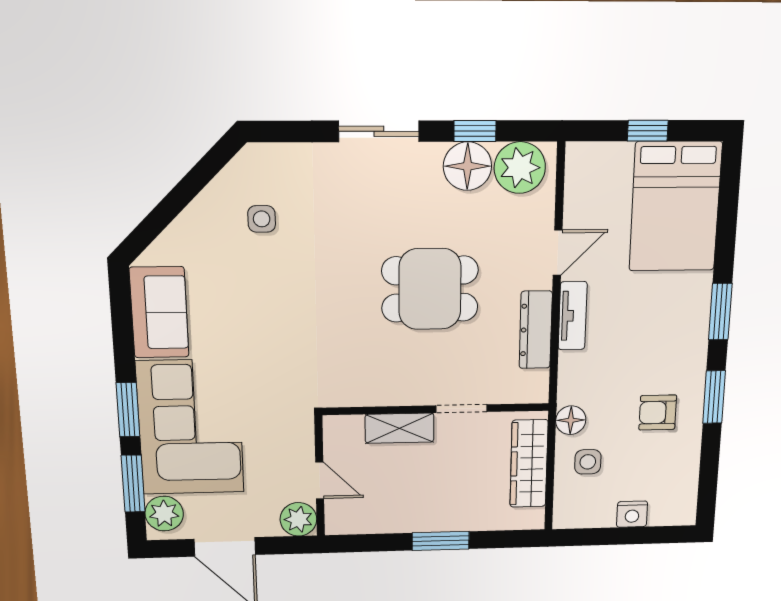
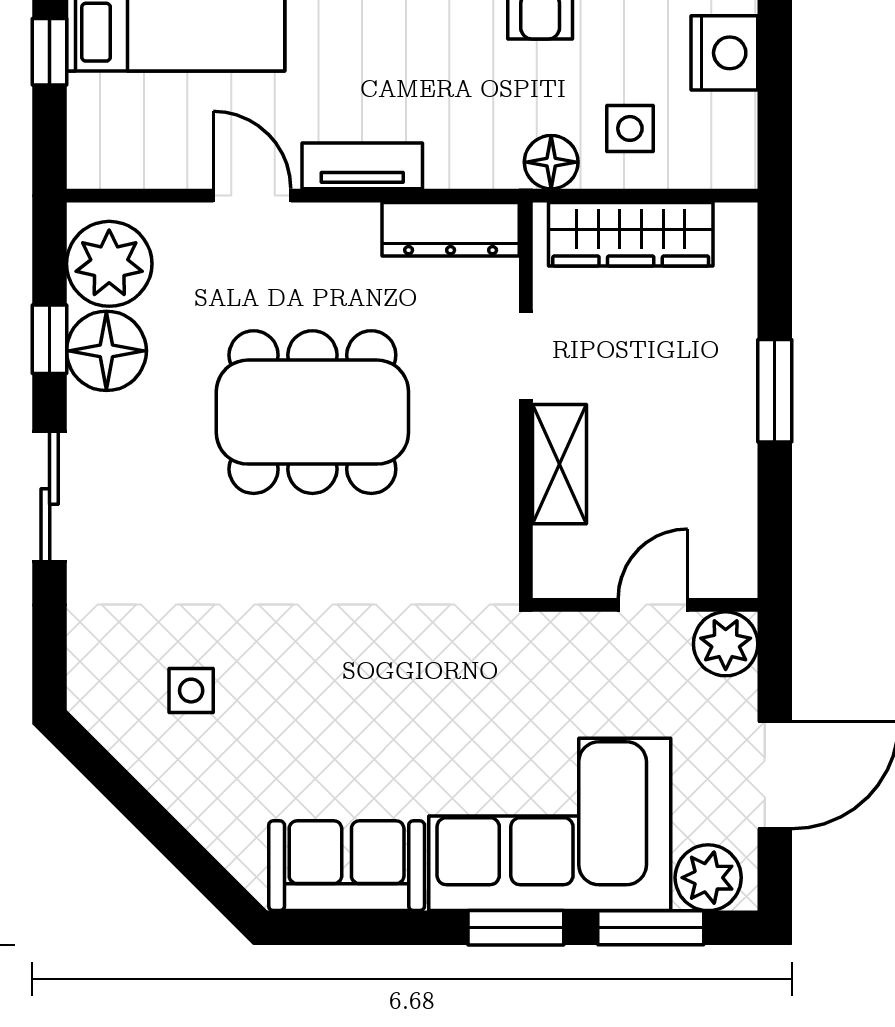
dining table: (430, 289) -> (312, 412), width x1.38
dresser: (536, 330) -> (451, 229), moved
nightstand: (632, 514) -> (724, 53), width x1.36, depth x1.33

